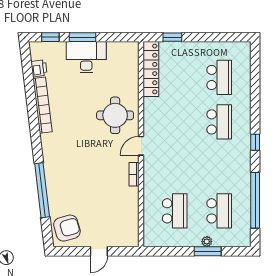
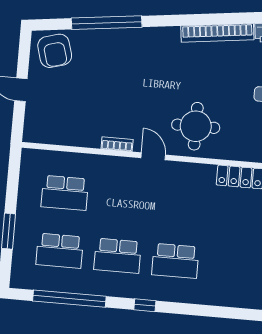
school desk: (219, 77) -> (118, 256), moved
plant: (207, 242) -> (21, 231), removed

